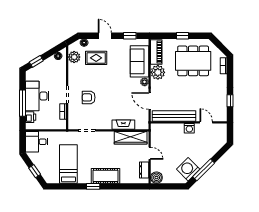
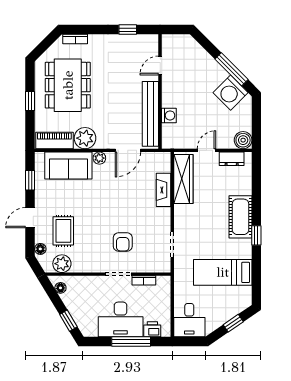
washing machine: (189, 128) -> (169, 115), moved

